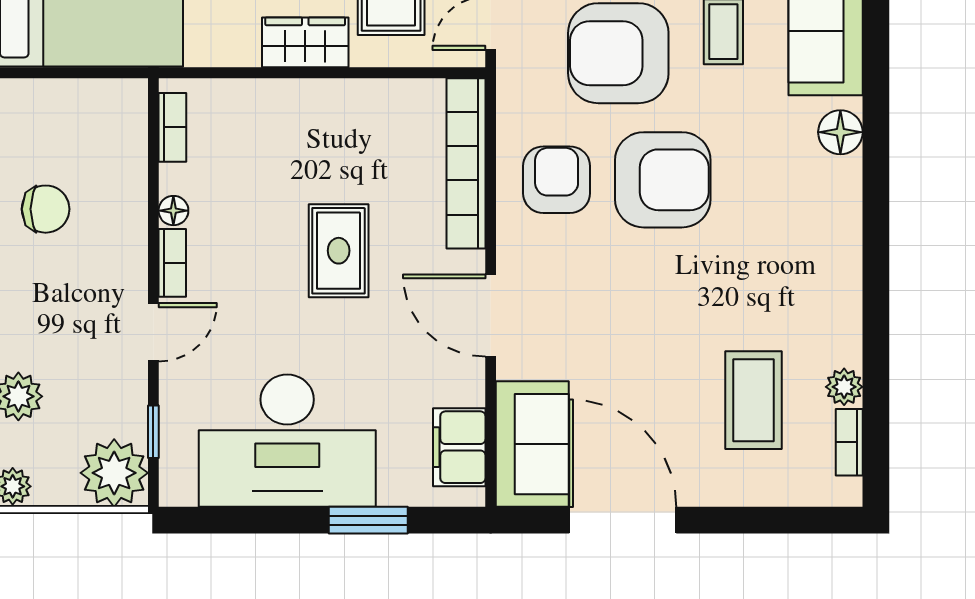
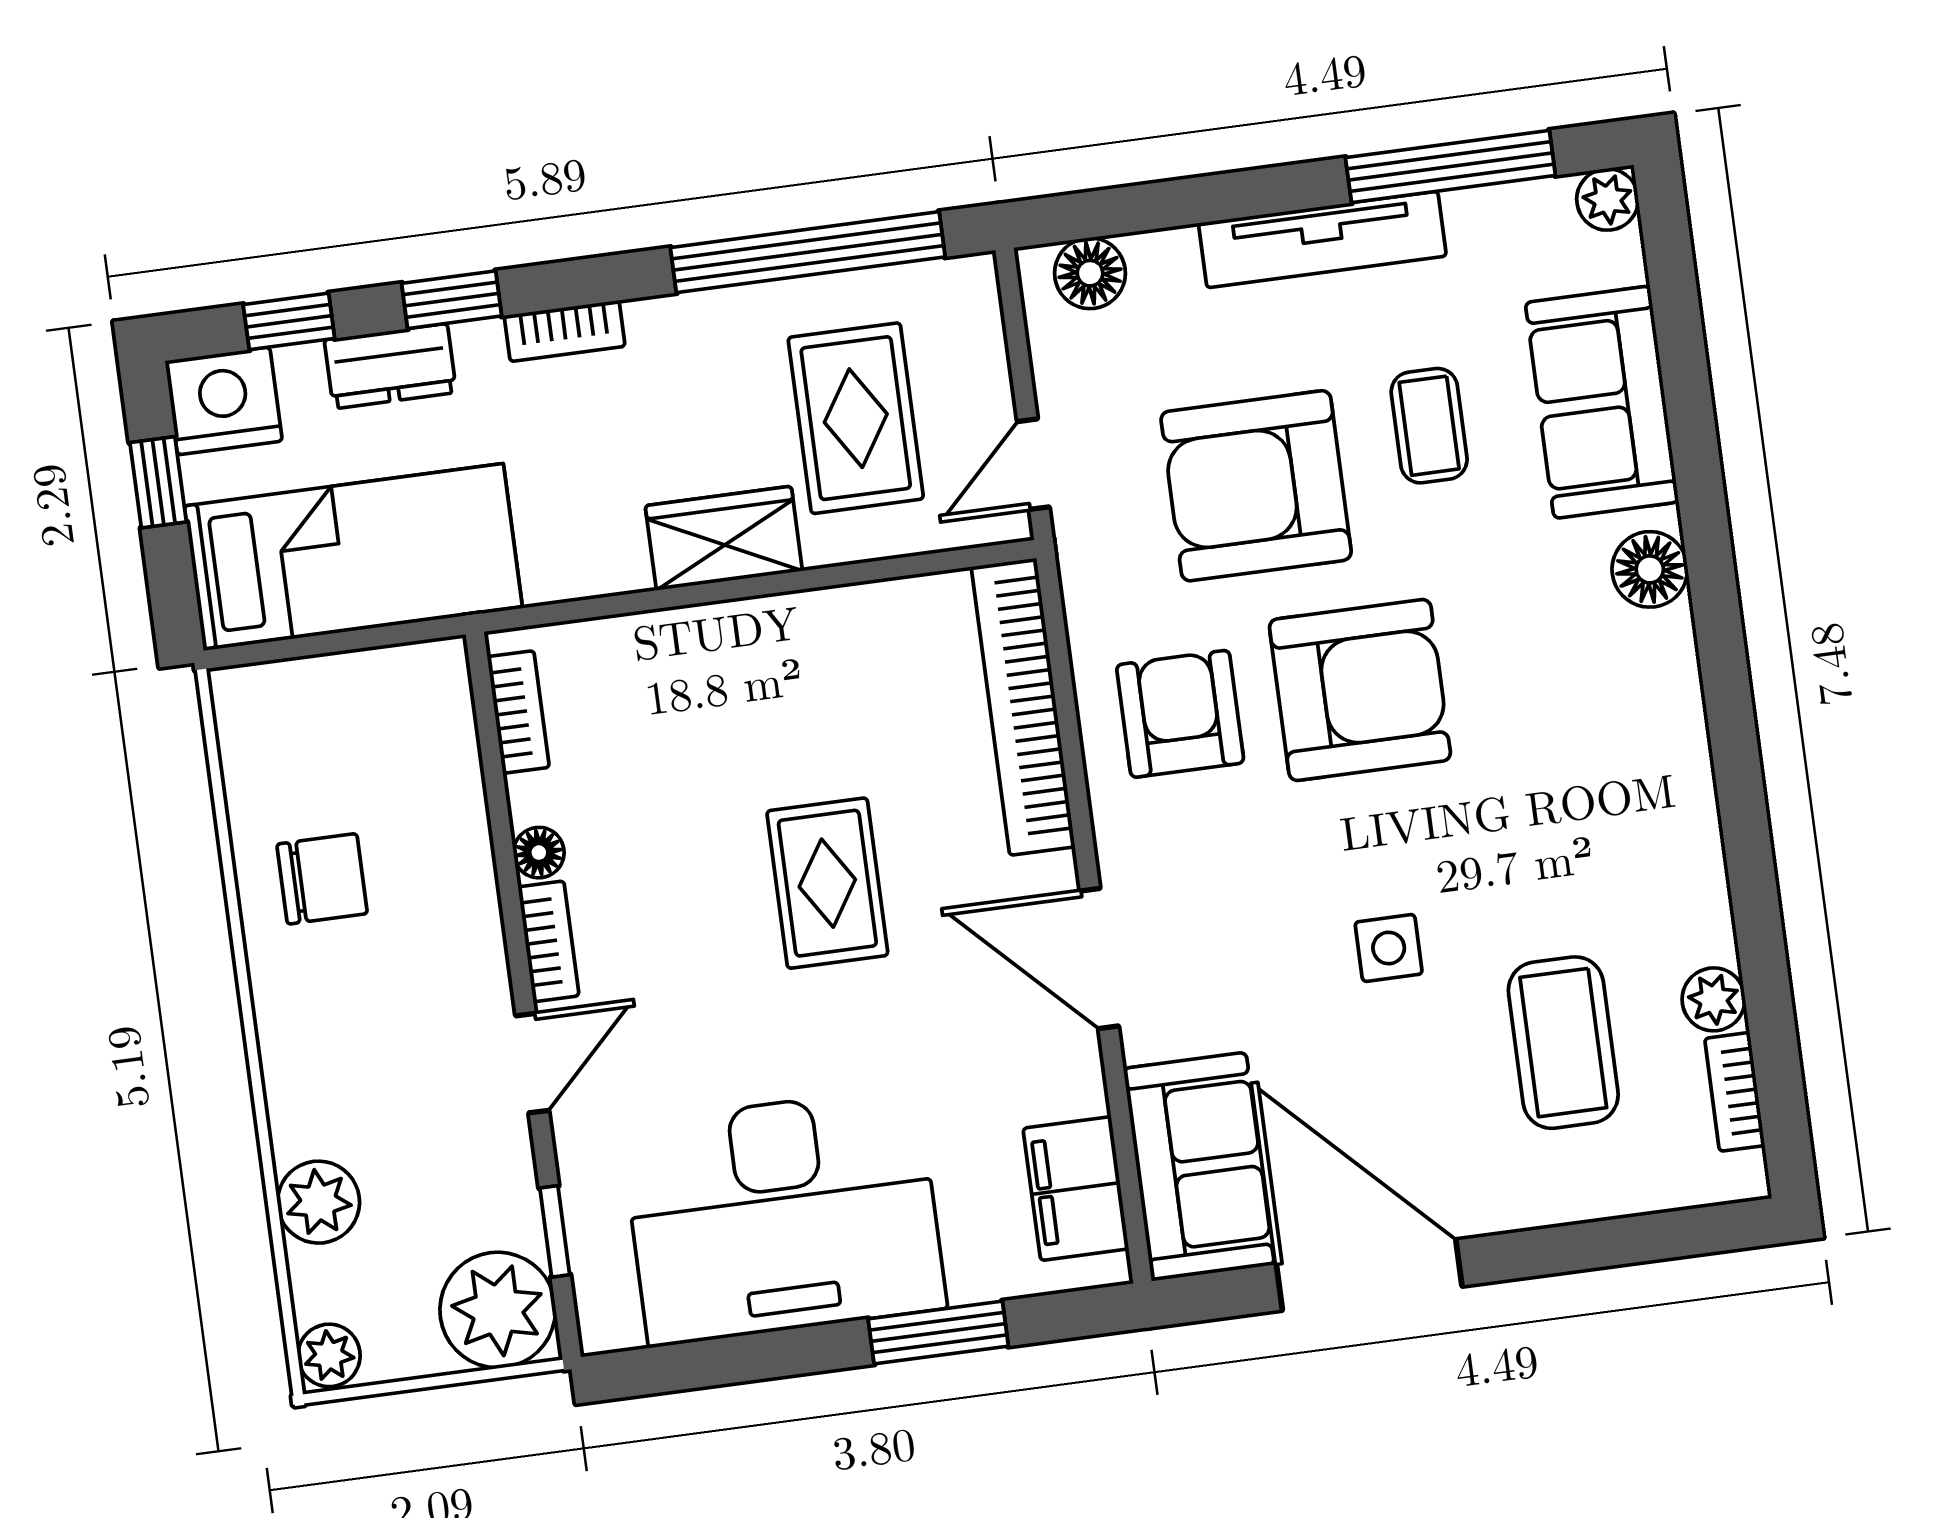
side table: (659, 332) -> (1389, 948), added

